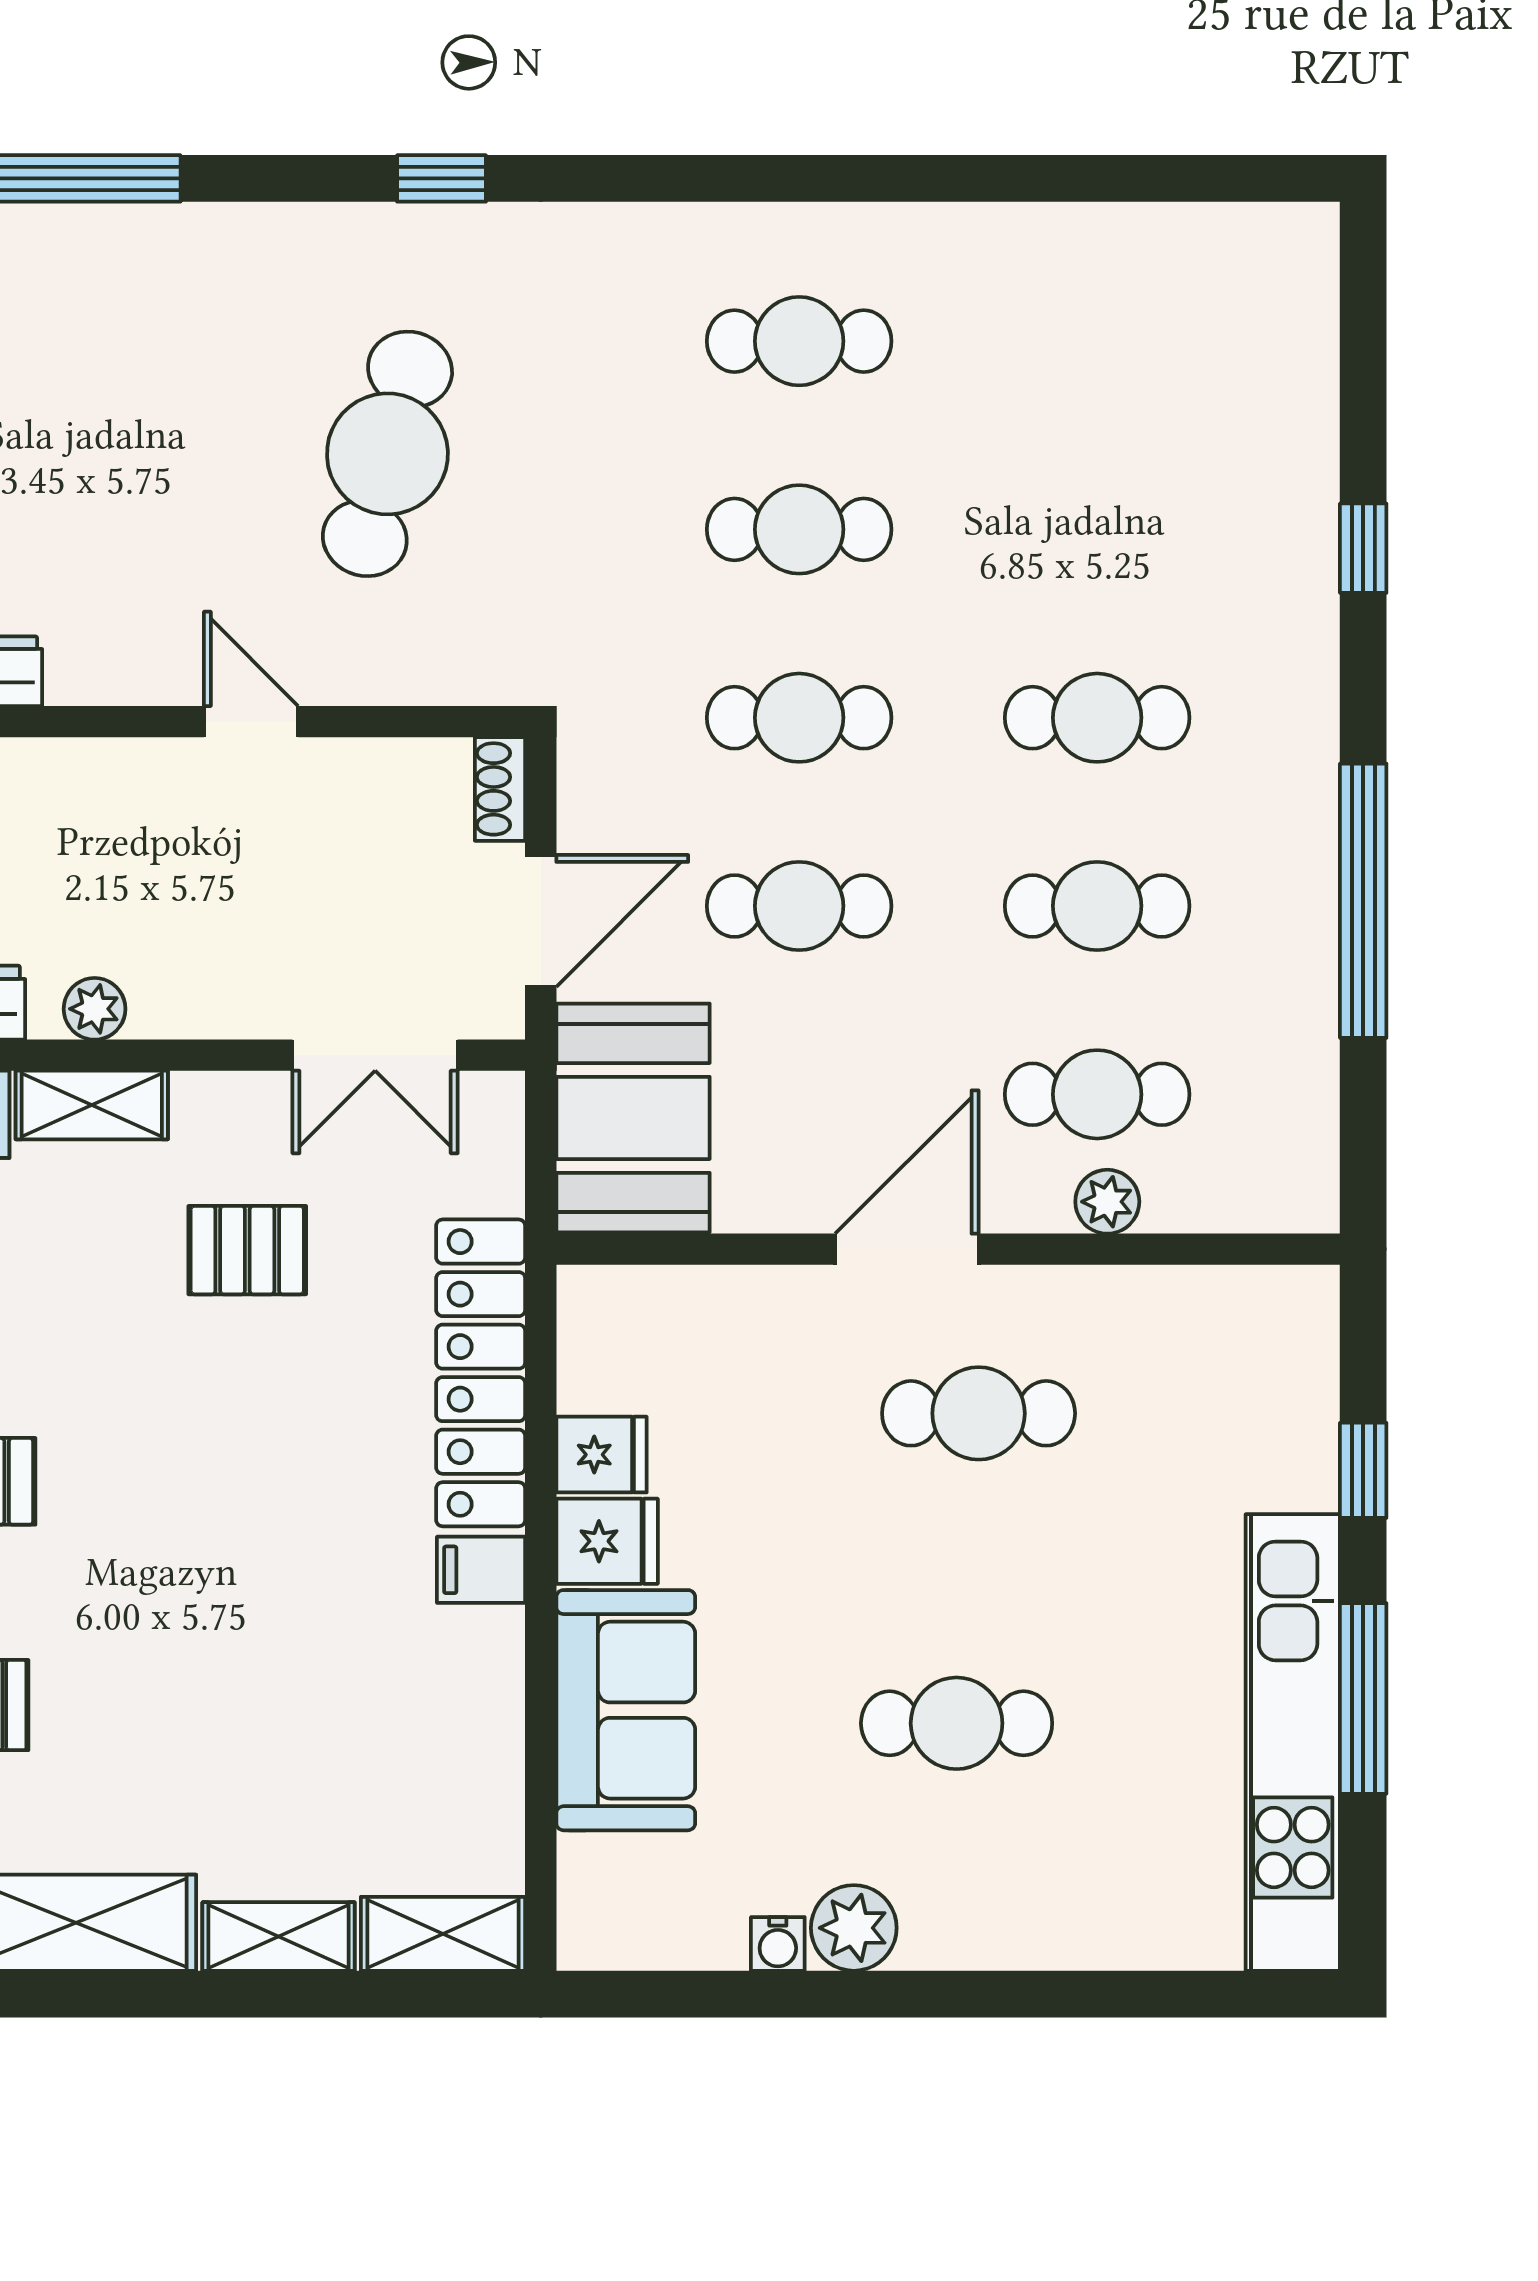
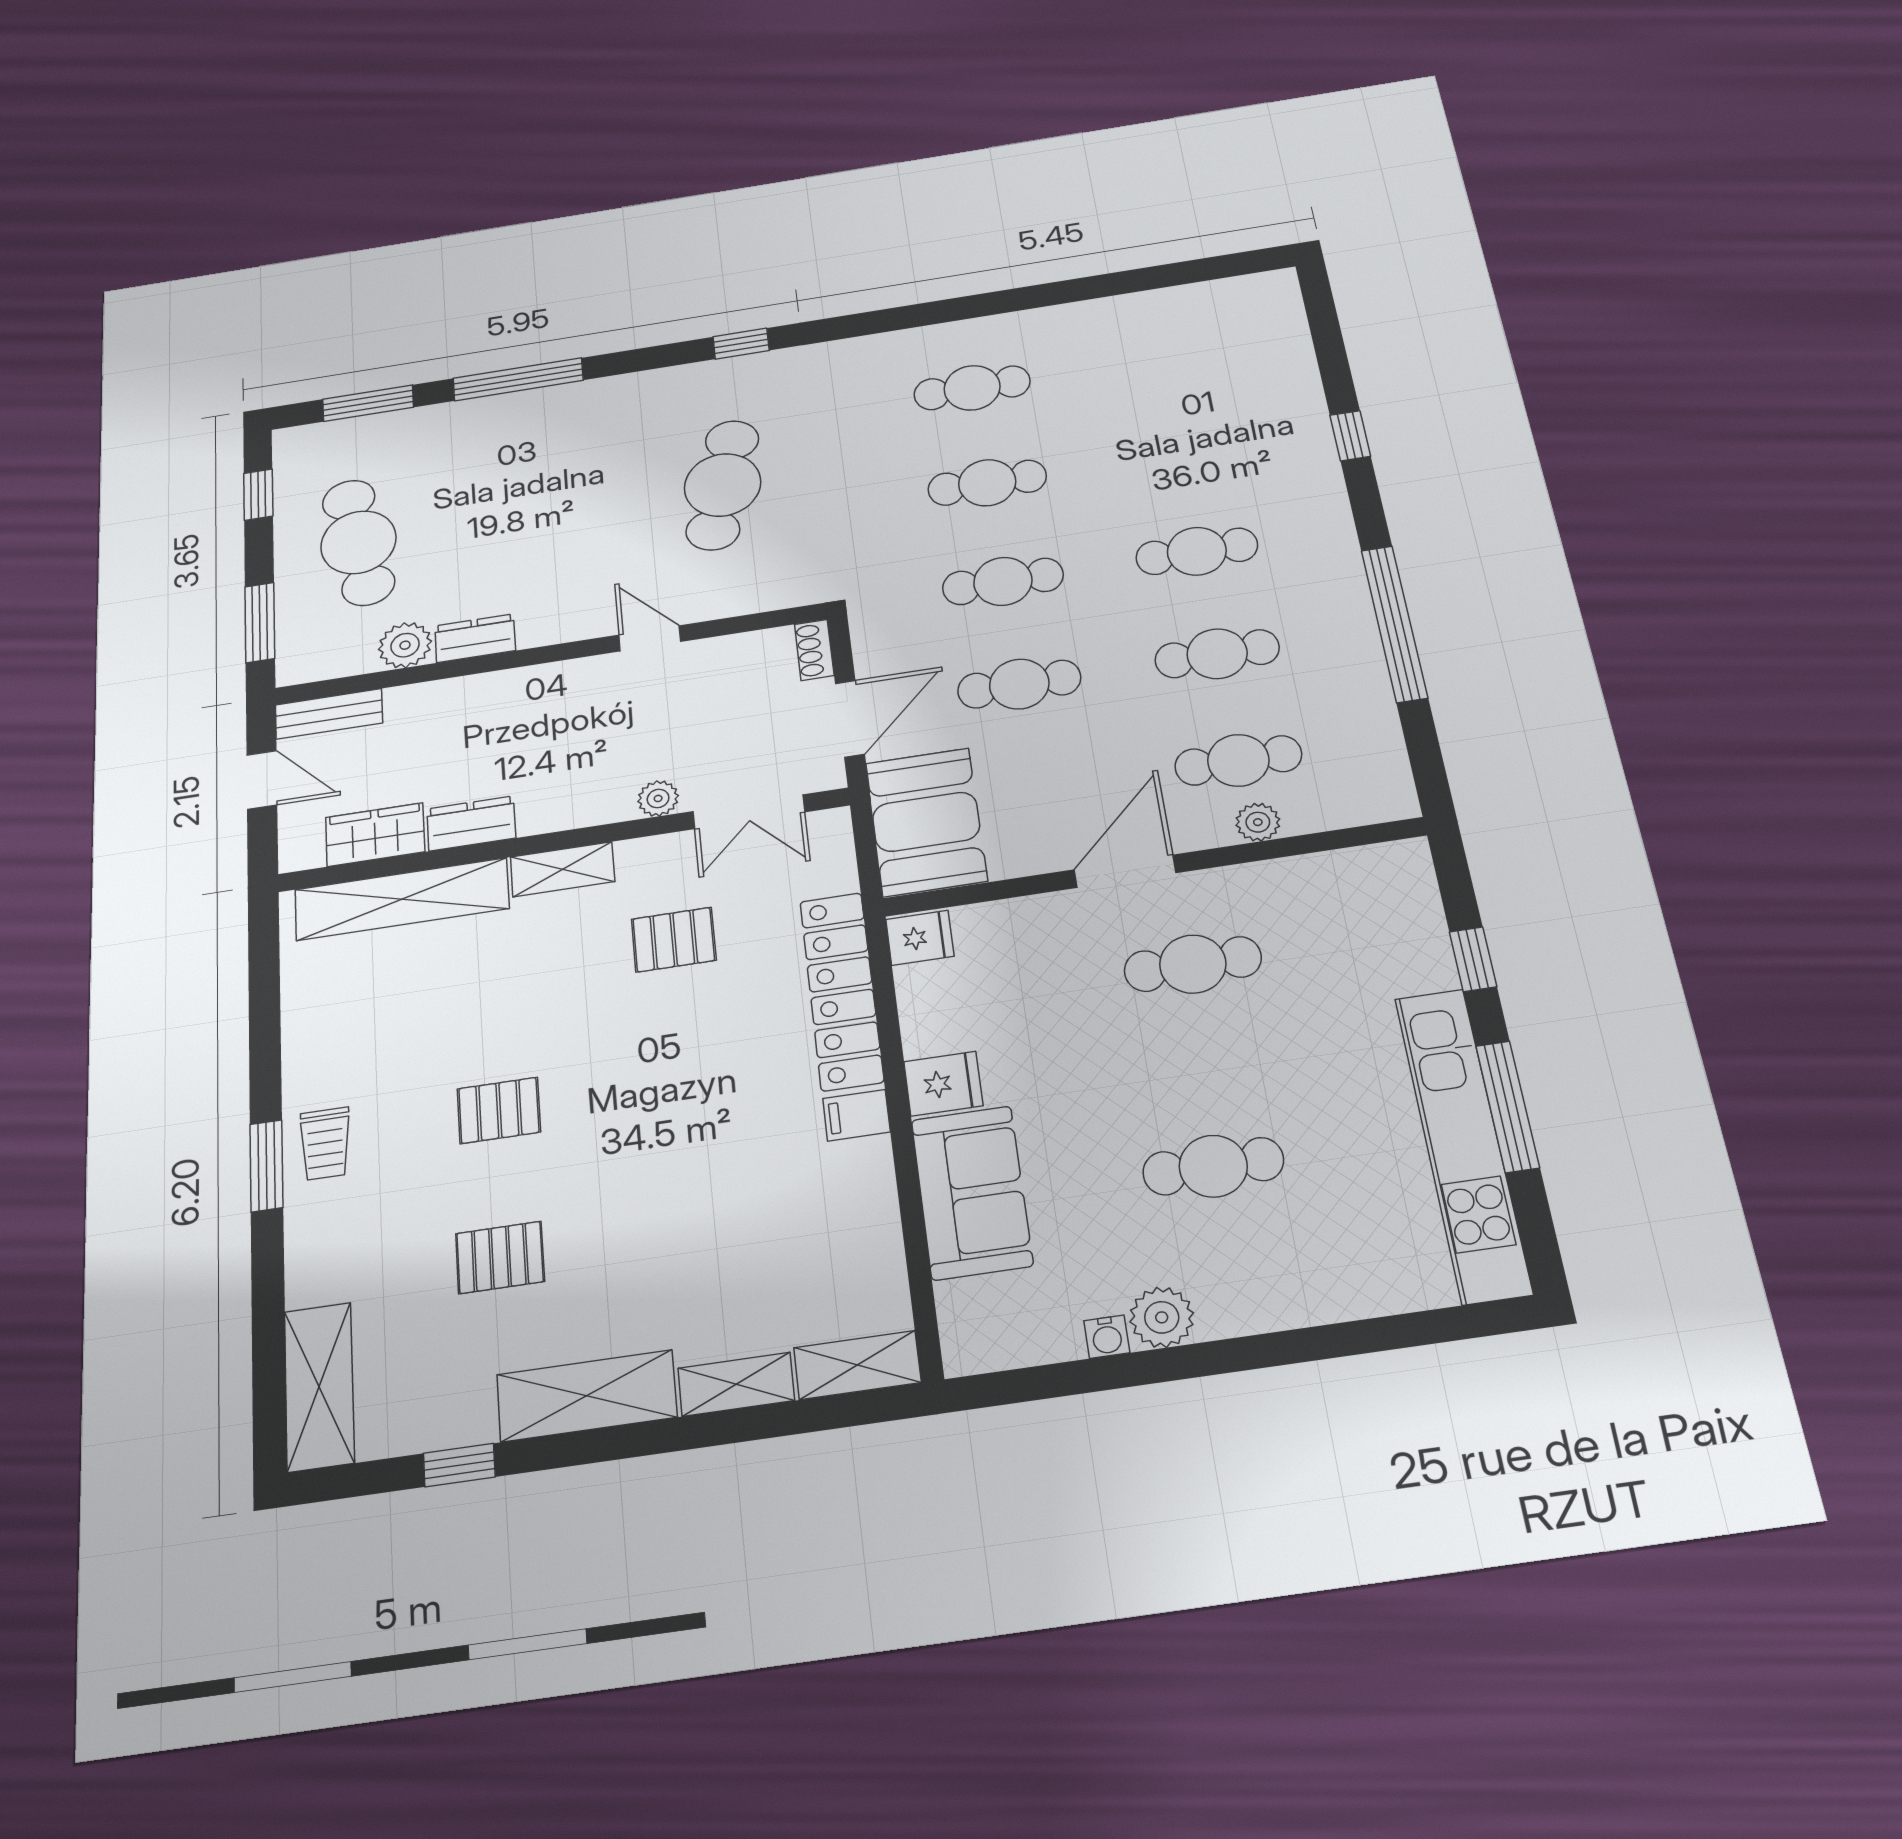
plant: (95, 1009) -> (658, 798), moved
fridge: (601, 1455) -> (920, 938), moved

